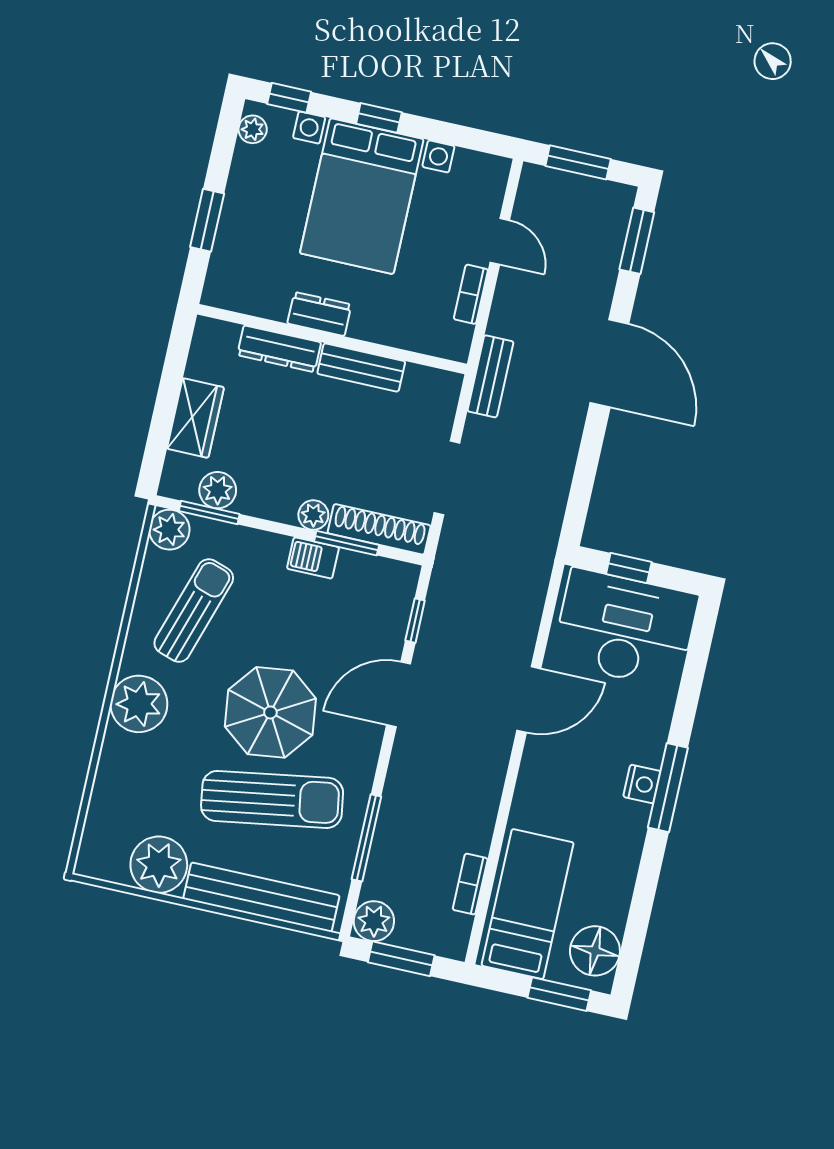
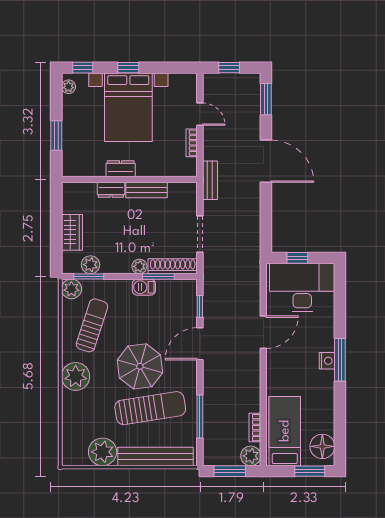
window: (578, 162) -> (229, 68), width x0.67
dresser: (279, 349) -> (111, 190), width x0.70
plant: (374, 921) -> (251, 456), moved

